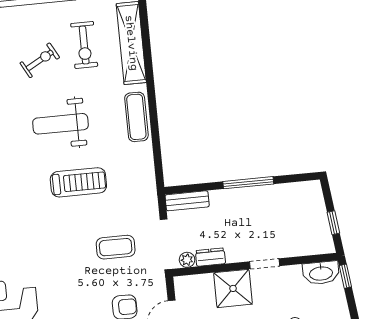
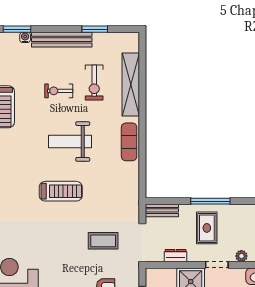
exercise bike: (40, 60) -> (59, 91), turned -151
treadmill: (78, 182) -> (61, 191), moved
rug: (247, 218) -> (207, 228), added
plant: (187, 260) -> (241, 256), moved

